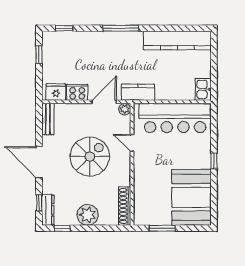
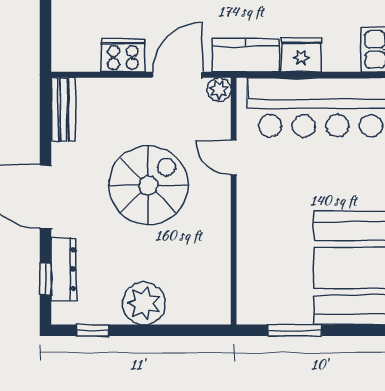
fridge: (56, 92) -> (301, 55), moved
shoe rack: (125, 206) -> (219, 285), removed
dresser: (48, 210) -> (64, 269), moved

